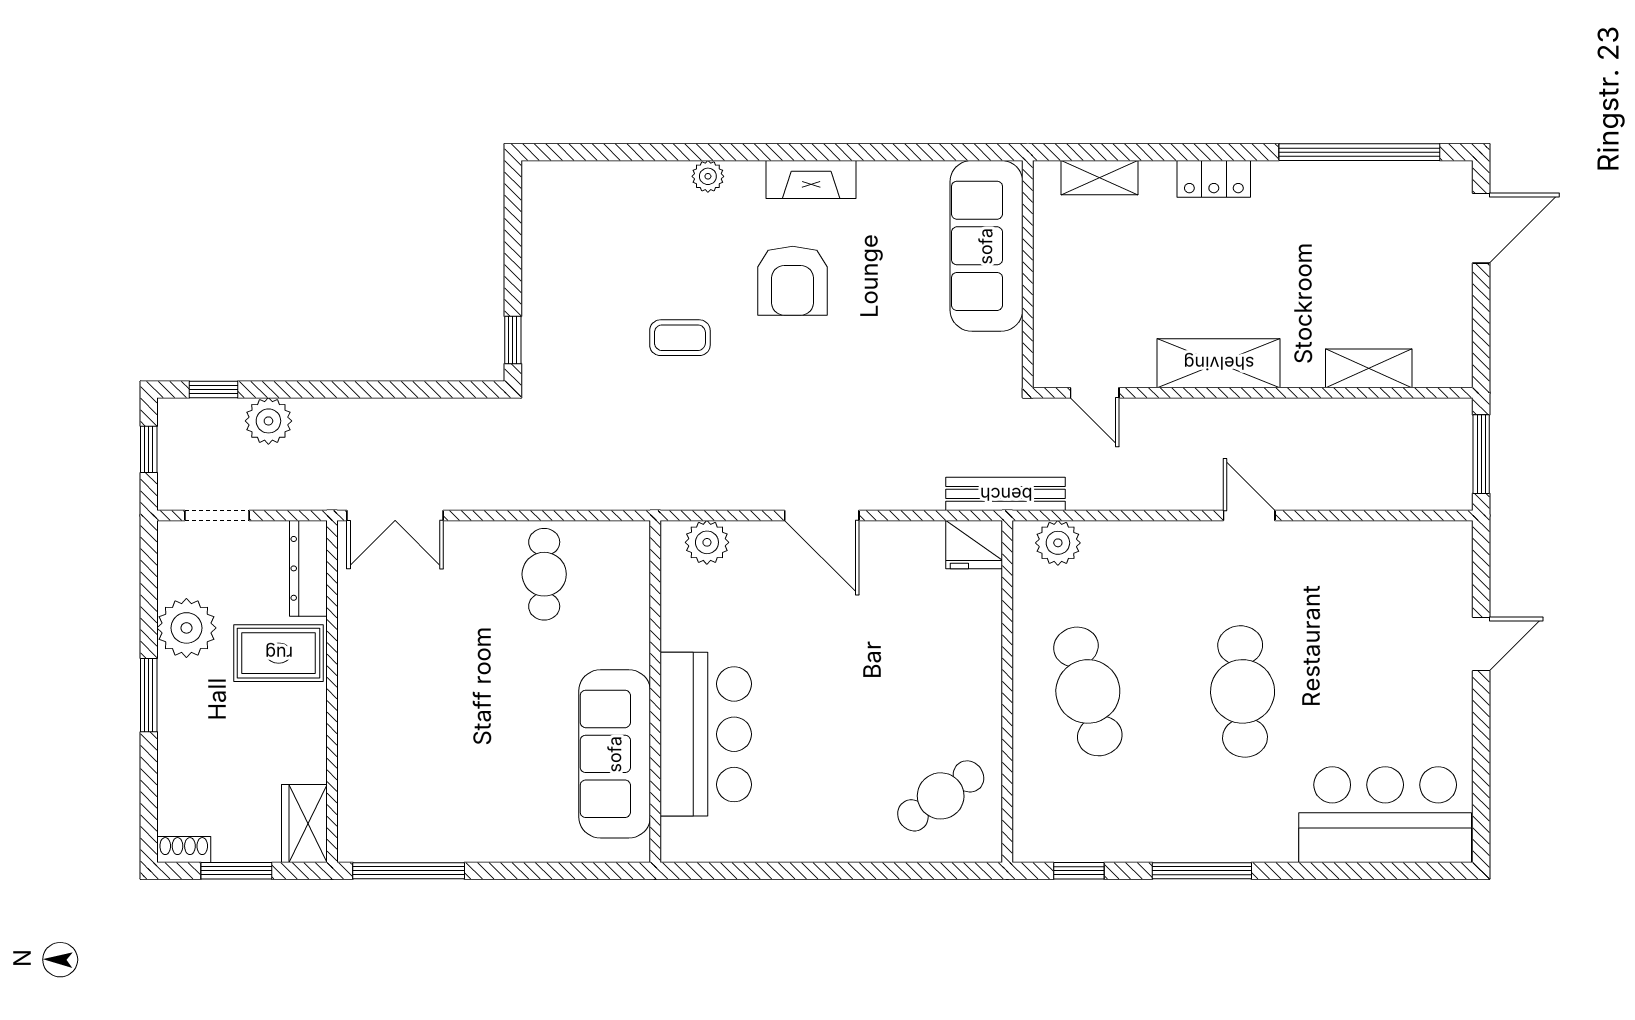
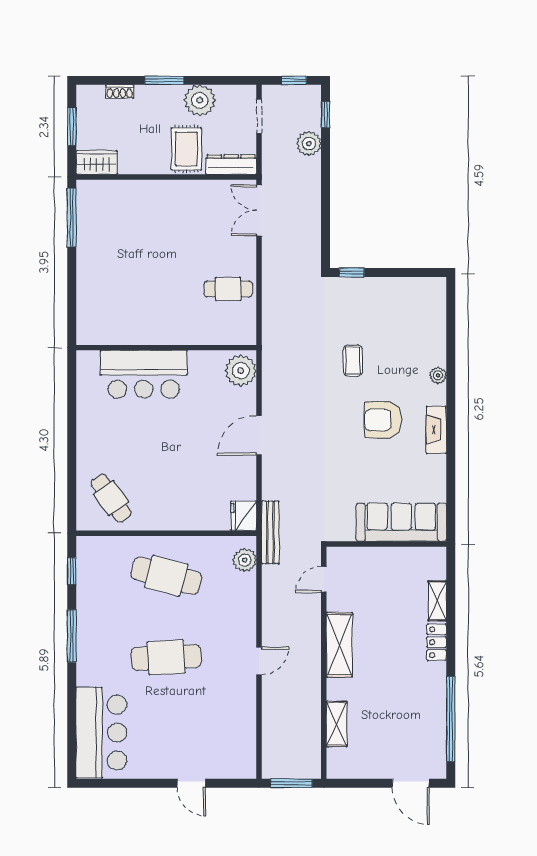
shelving: (1100, 178) -> (437, 601), moved
plant: (707, 542) -> (241, 371), width x1.36, depth x1.36
cafe table: (1088, 691) -> (166, 576), turned 30
sofa: (615, 754) -> (133, 326), removed
shoe rack: (184, 849) -> (120, 92), moved, turned 90

